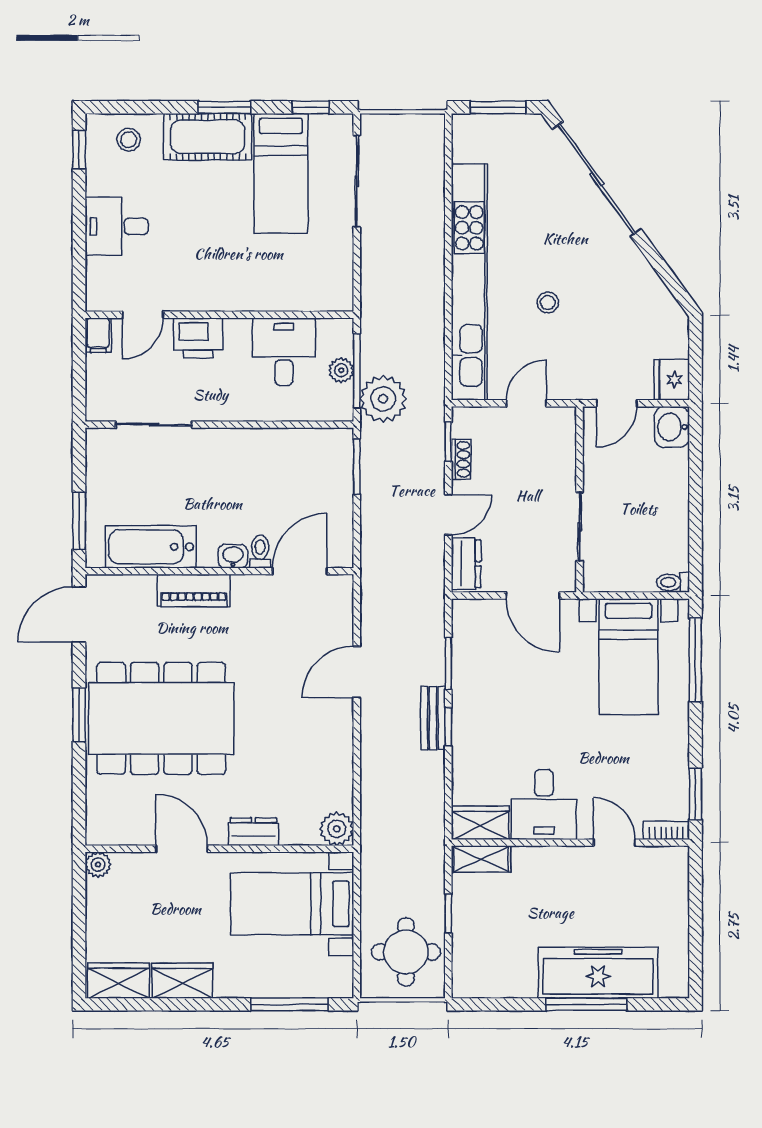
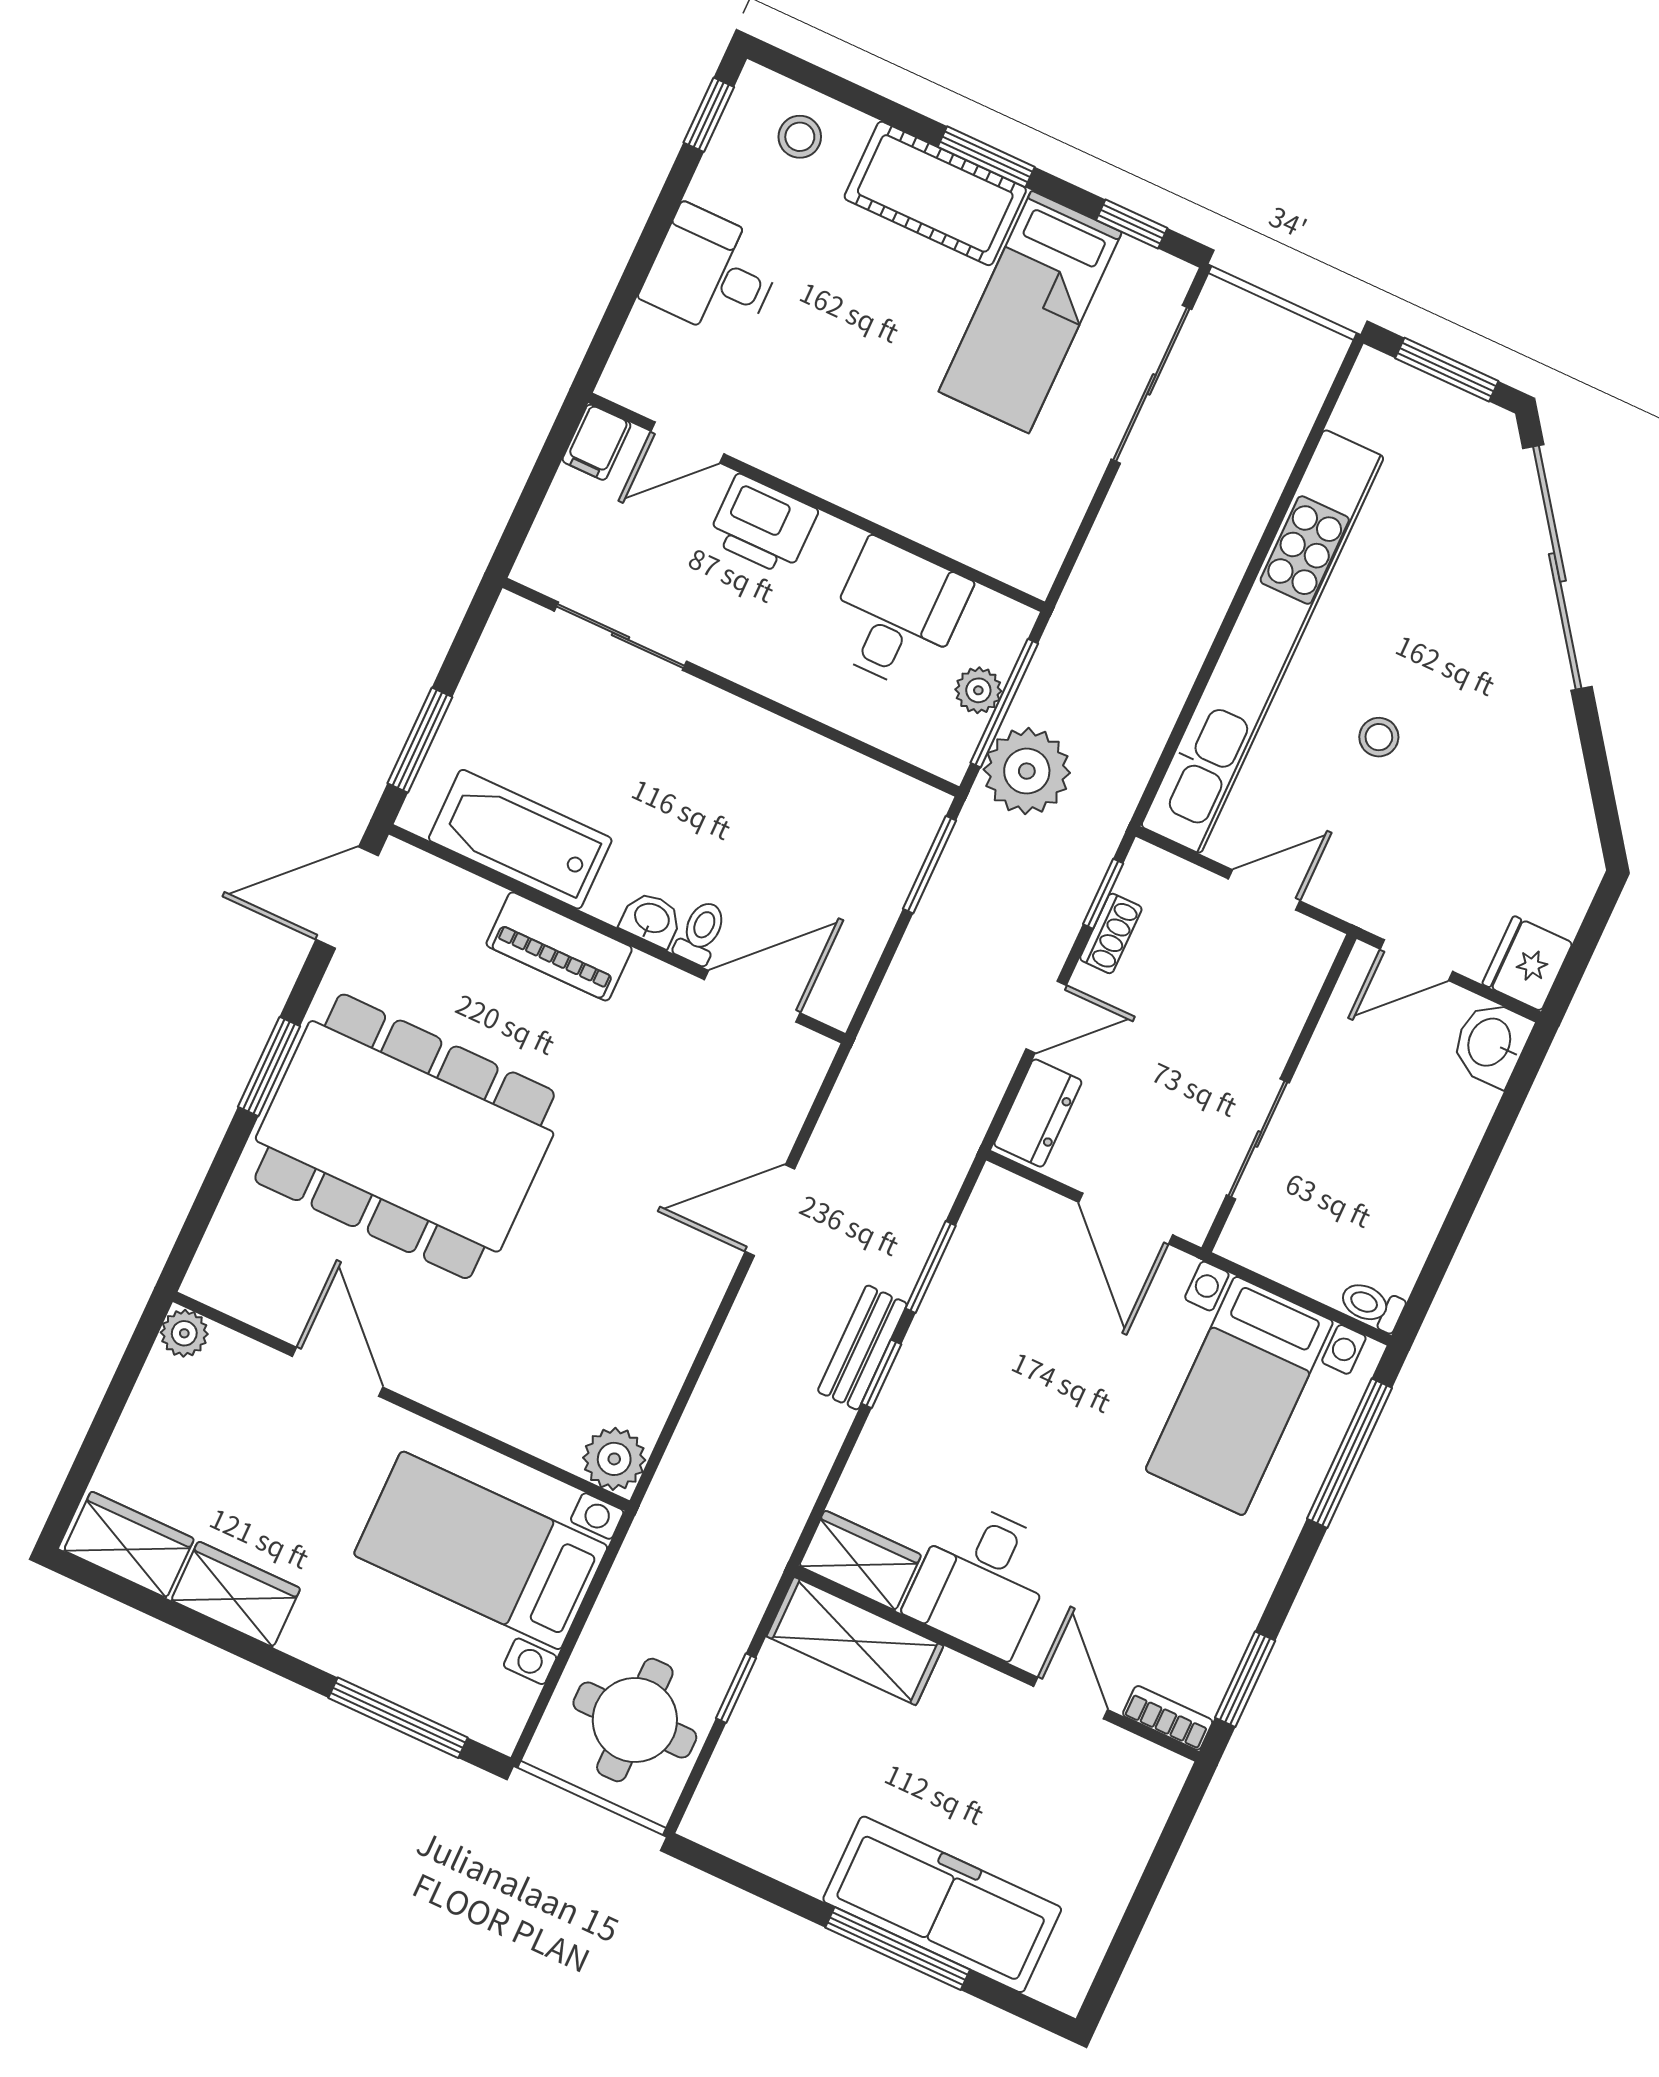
dresser: (253, 832) -> (471, 1399), removed
shelving: (481, 859) -> (855, 1641), width x1.50, depth x1.33

